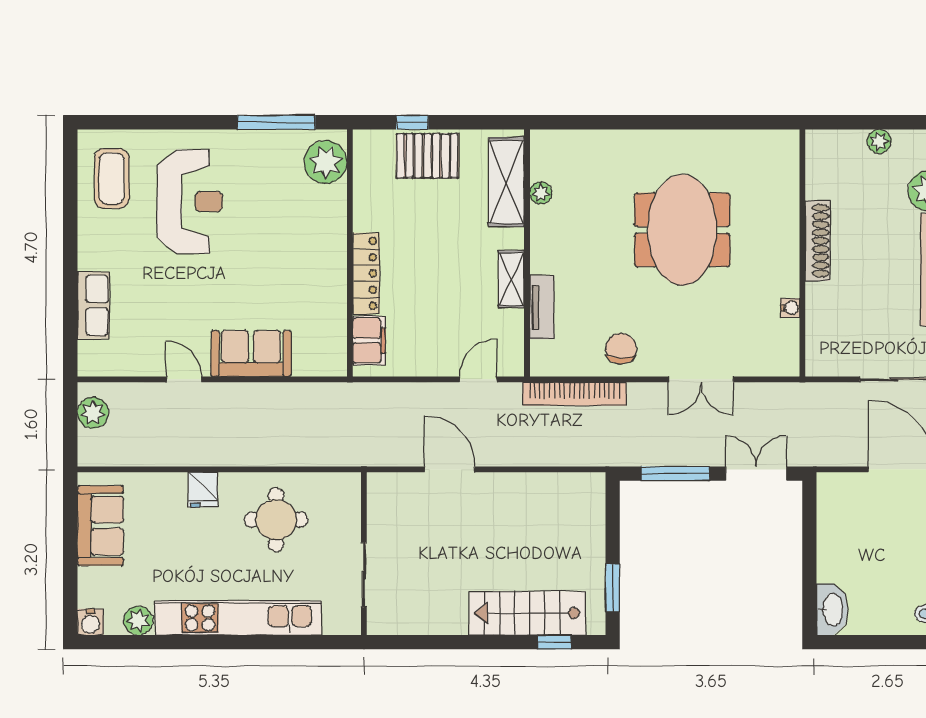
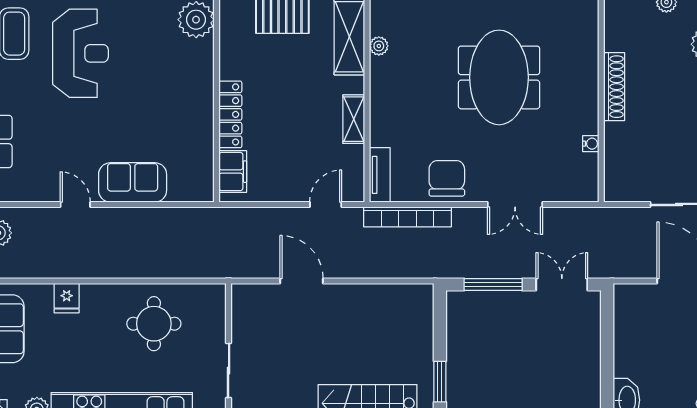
tv unit: (542, 307) -> (380, 175), moved
chair: (621, 349) -> (447, 178), width x1.37, depth x1.37
fridge: (203, 490) -> (67, 298), moved

